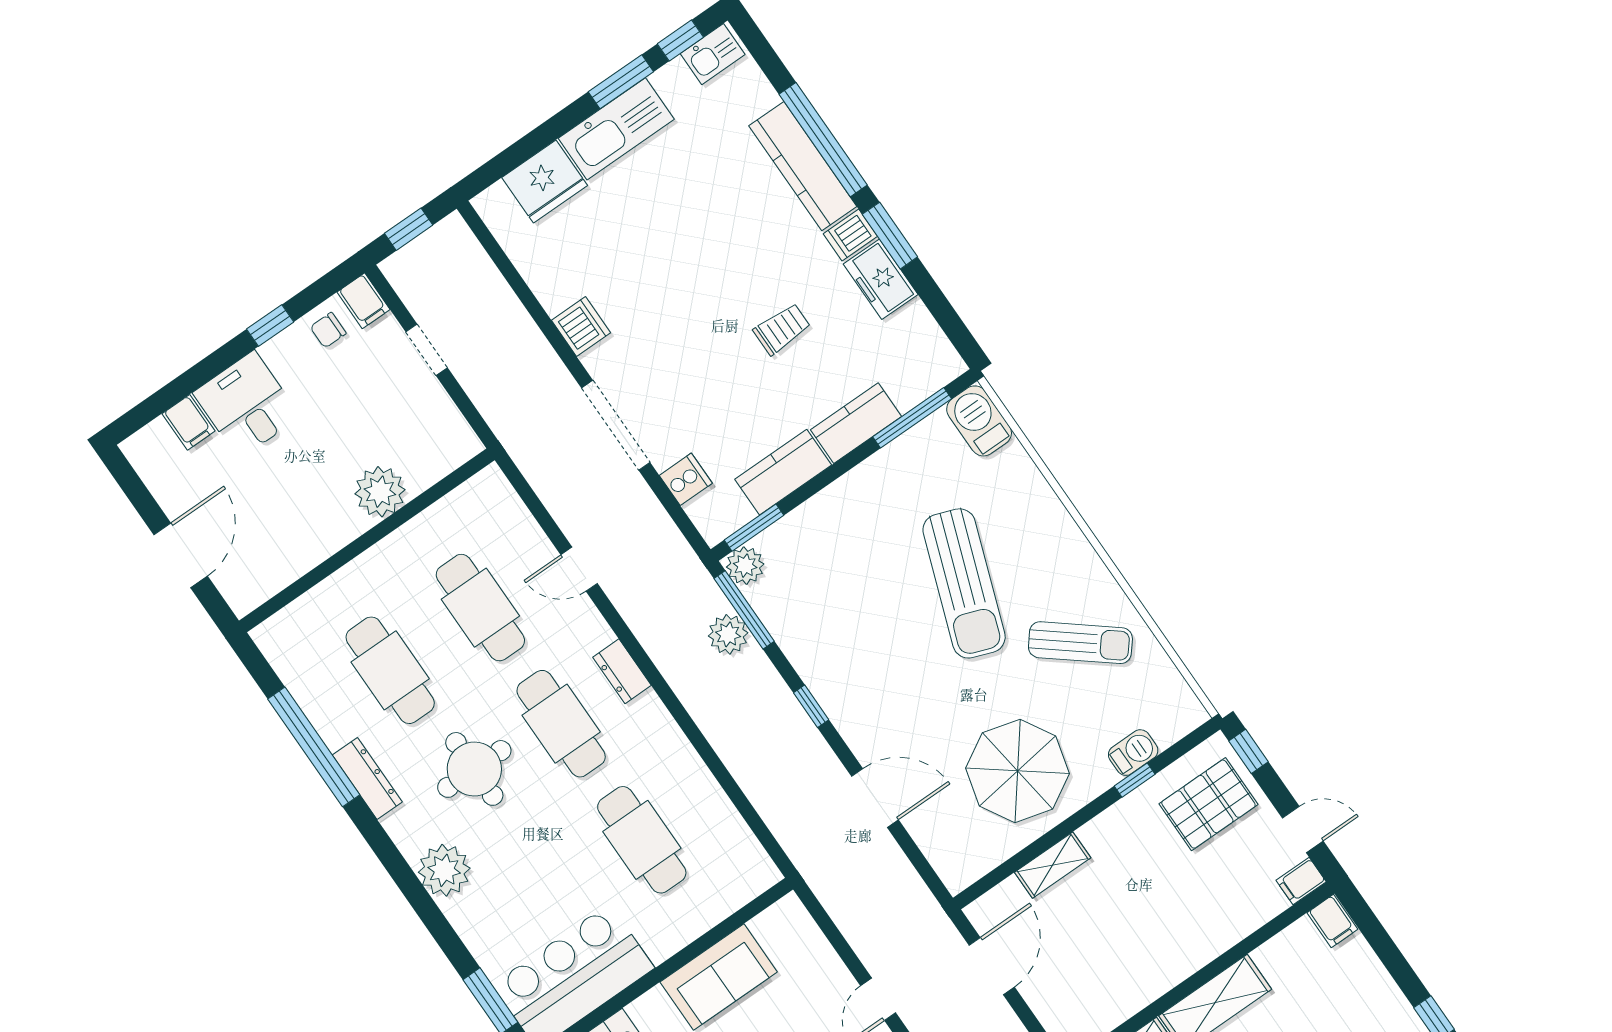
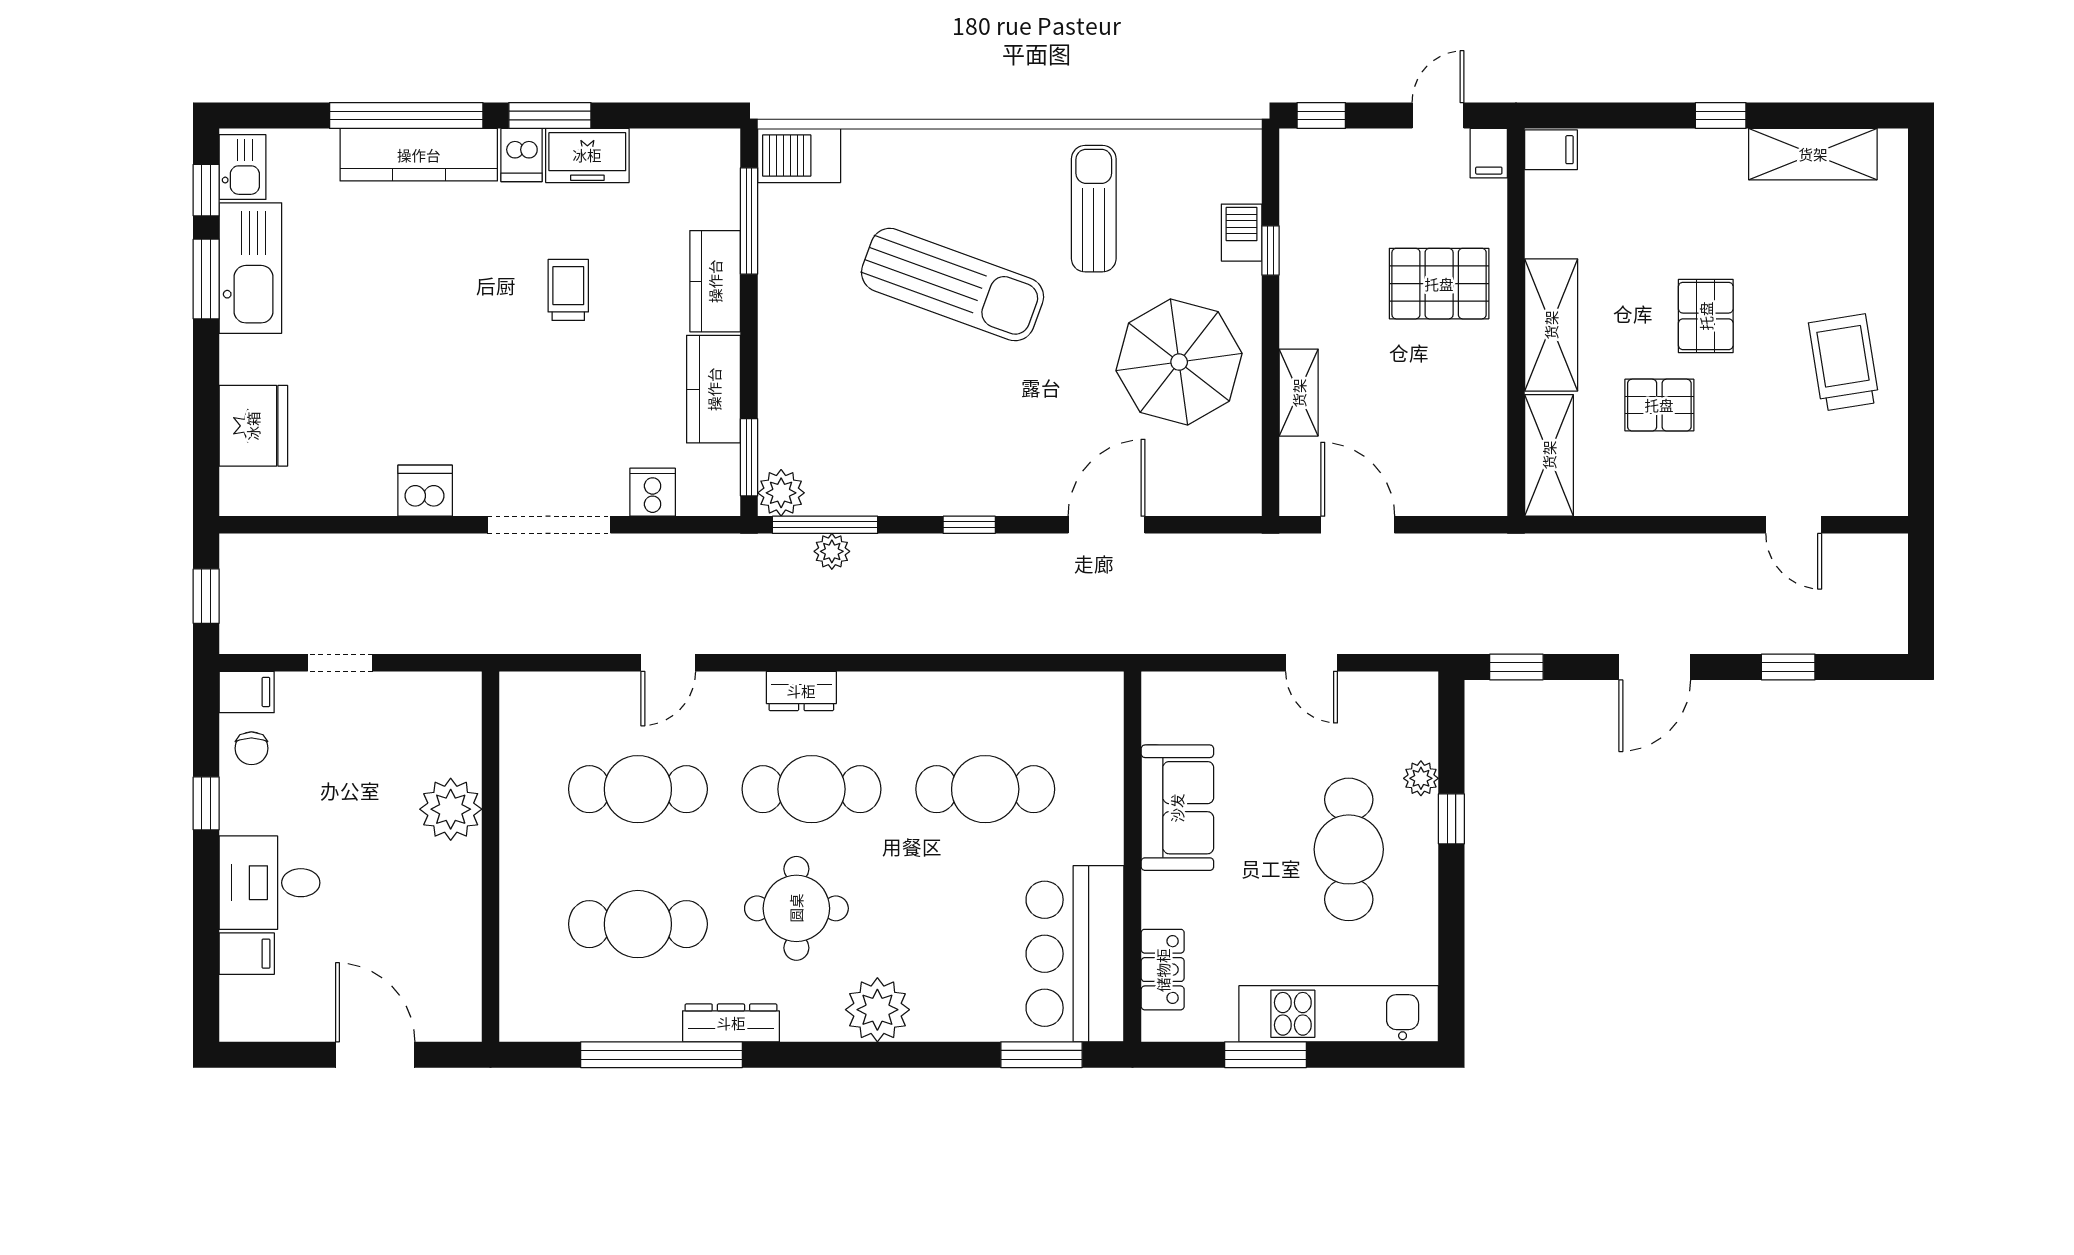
kitchen sink: (616, 129) -> (250, 268), moved
plant: (728, 634) -> (832, 551), width x0.73, depth x0.73
sun lounger: (1080, 643) -> (1094, 209), turned -39
pallet: (1208, 804) -> (1439, 284), moved, turned 90

